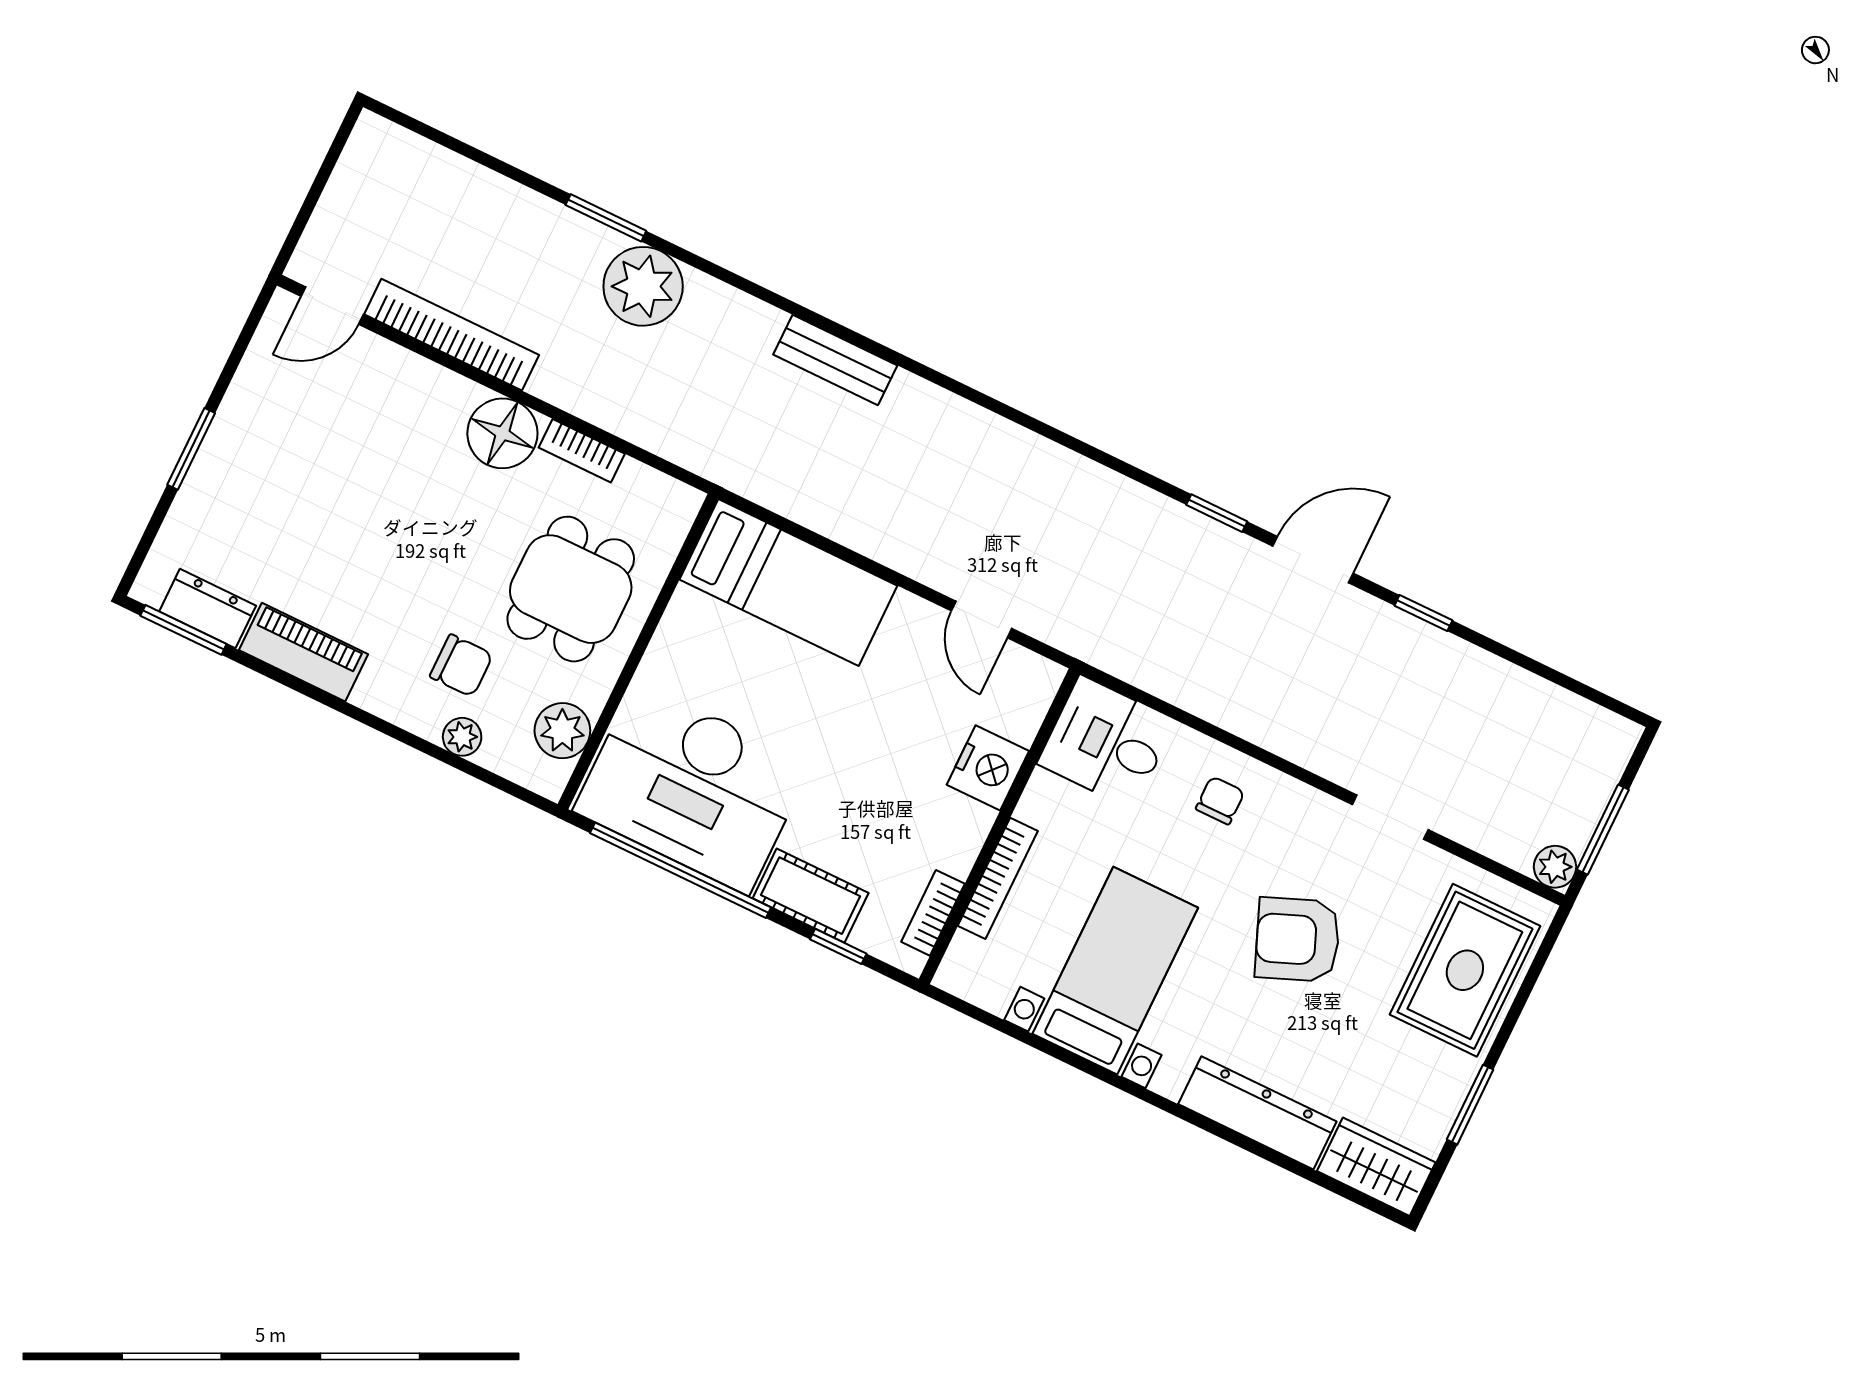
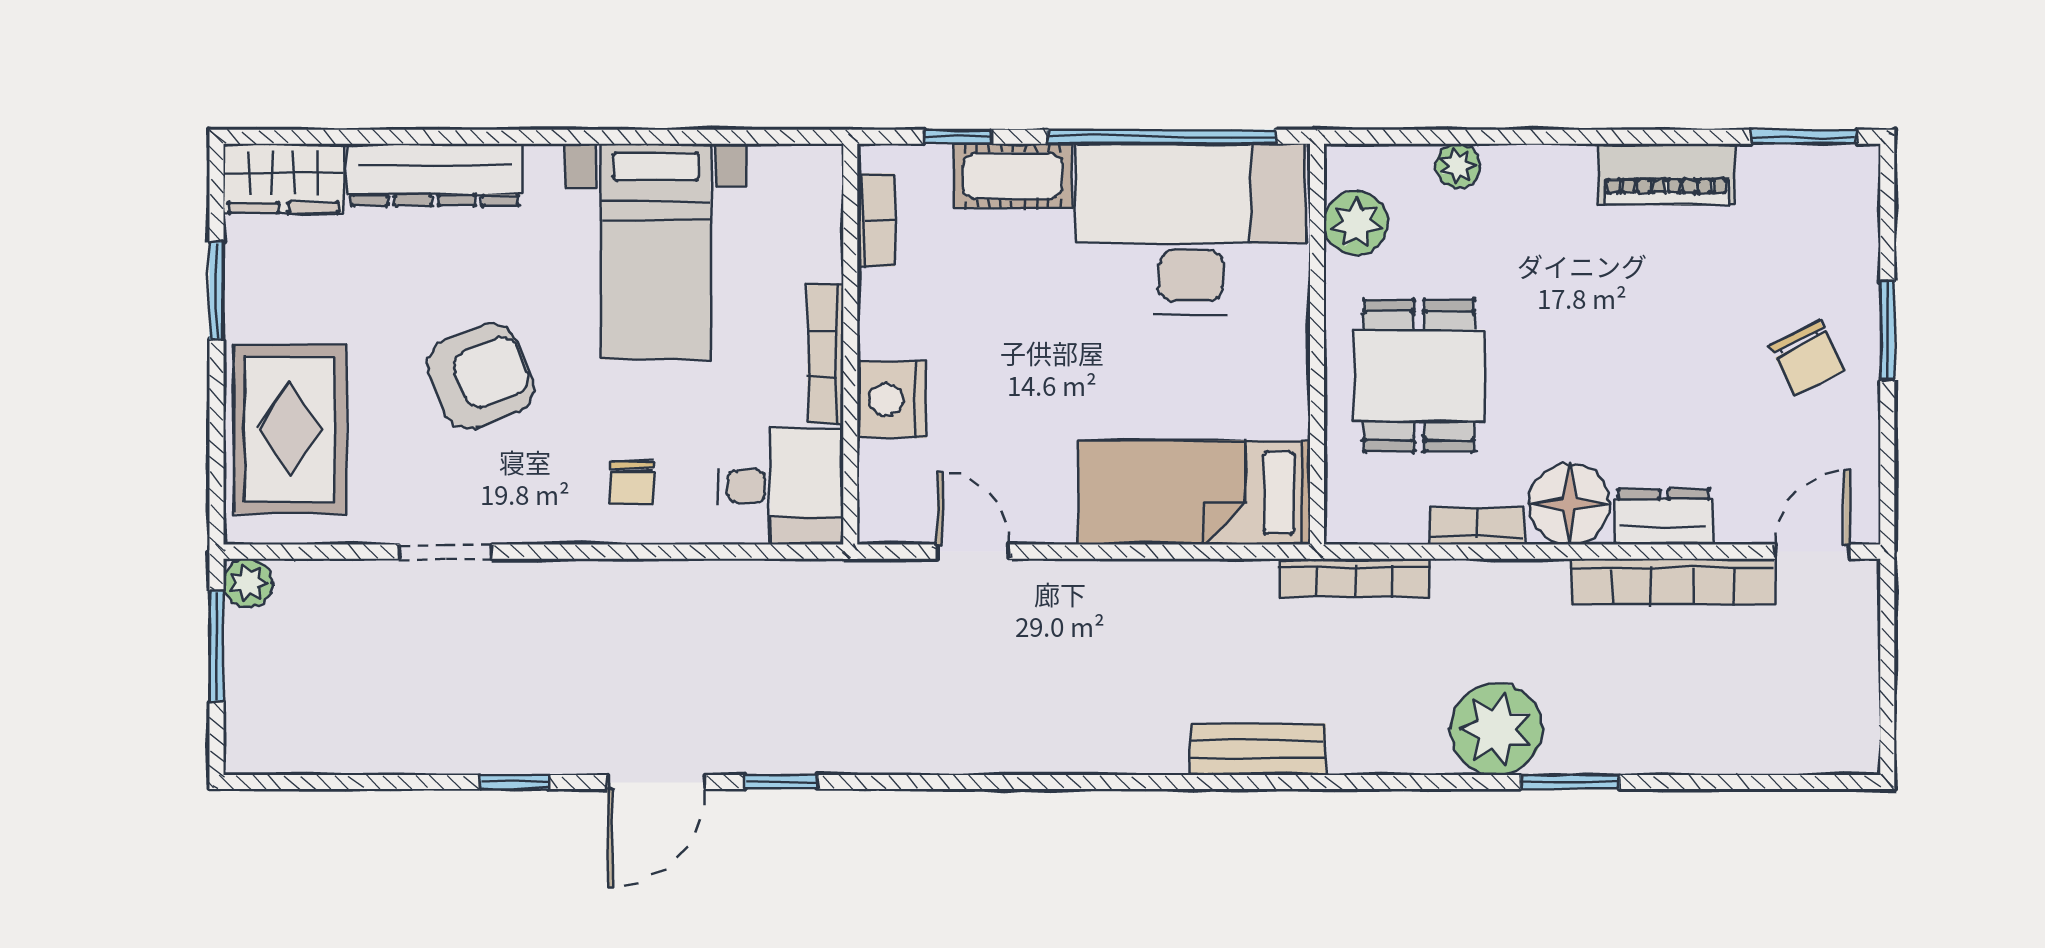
bookcase: (696, 457) -> (1354, 578), added
dresser: (208, 609) -> (1664, 517), moved, turned 180
chair: (461, 666) -> (1807, 358), moved, turned -117
bookcase: (998, 878) -> (825, 354), moved

